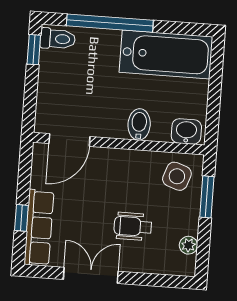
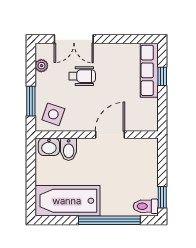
bidet: (139, 124) -> (69, 149), moved
door: (69, 140) -> (110, 135), moved
double door: (91, 275) -> (74, 39), moved

